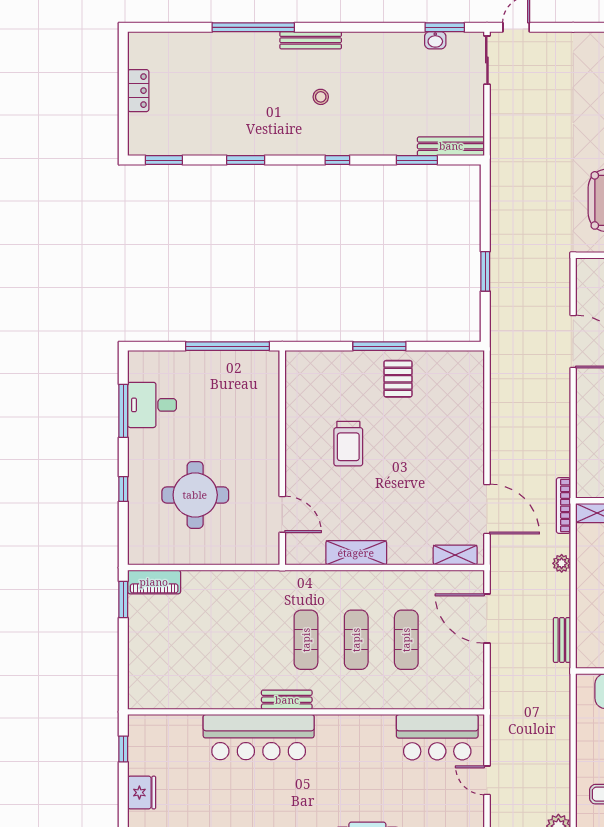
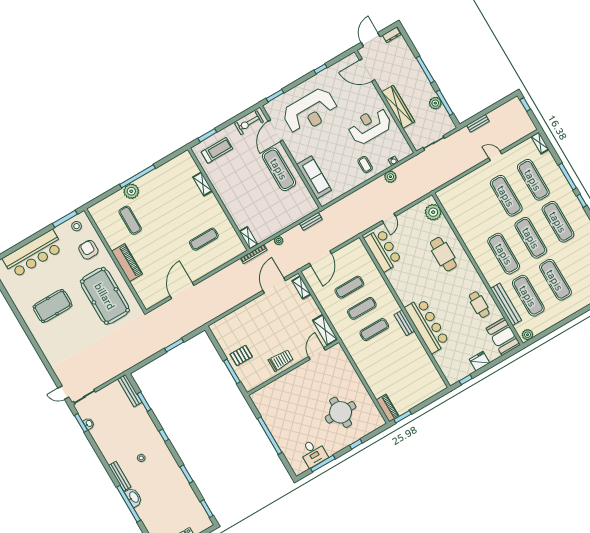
washbasin: (259, 43) -> (134, 497), added
wall: (282, 458) -> (293, 367), moved
door: (282, 514) -> (317, 353), moved

